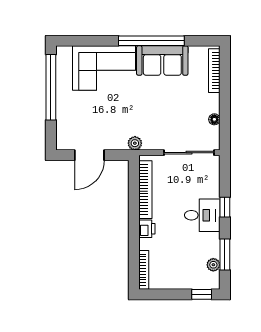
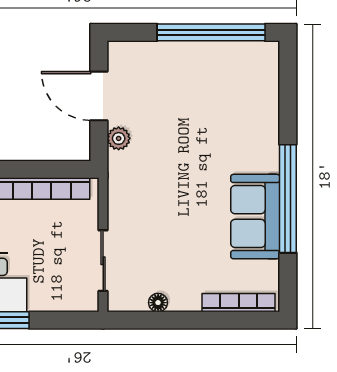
corner sofa: (104, 68) -> (243, 120), removed
plant: (135, 143) -> (119, 138), moved
sliding door: (189, 153) -> (103, 261), width x0.73

